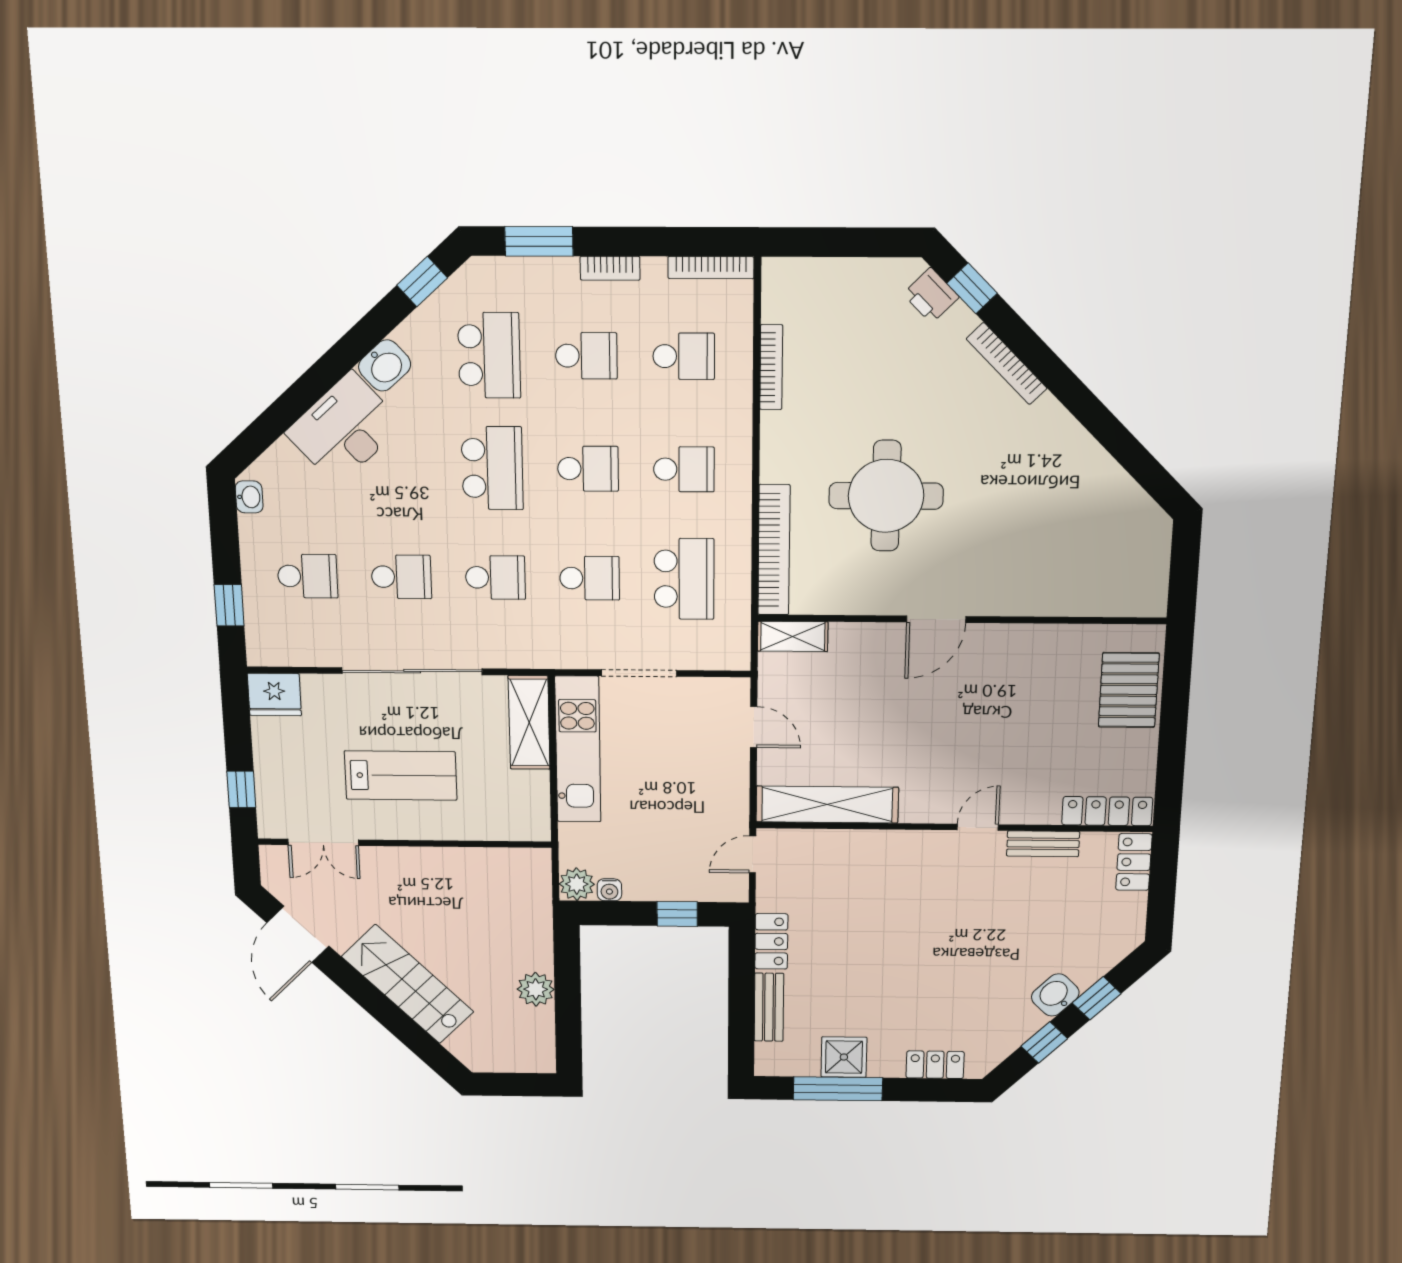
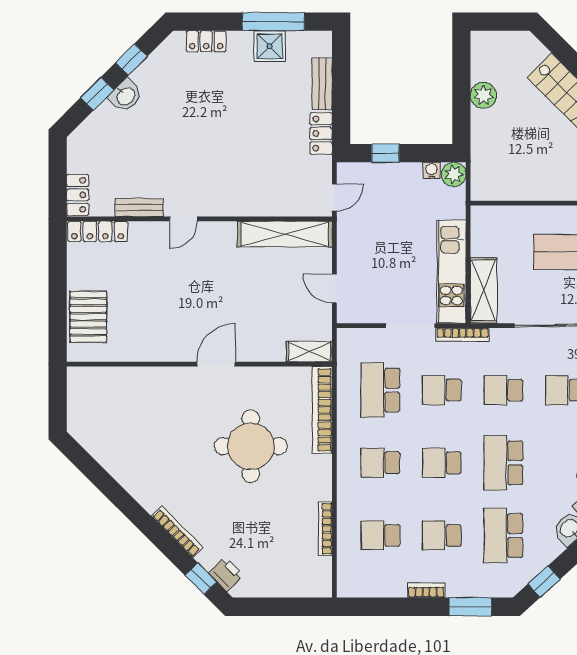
bookcase: (711, 268) -> (463, 335), moved, turned 180

